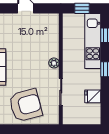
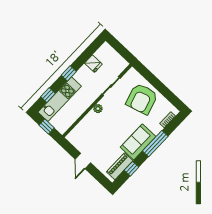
armchair: (26, 105) -> (142, 99), turned -92

